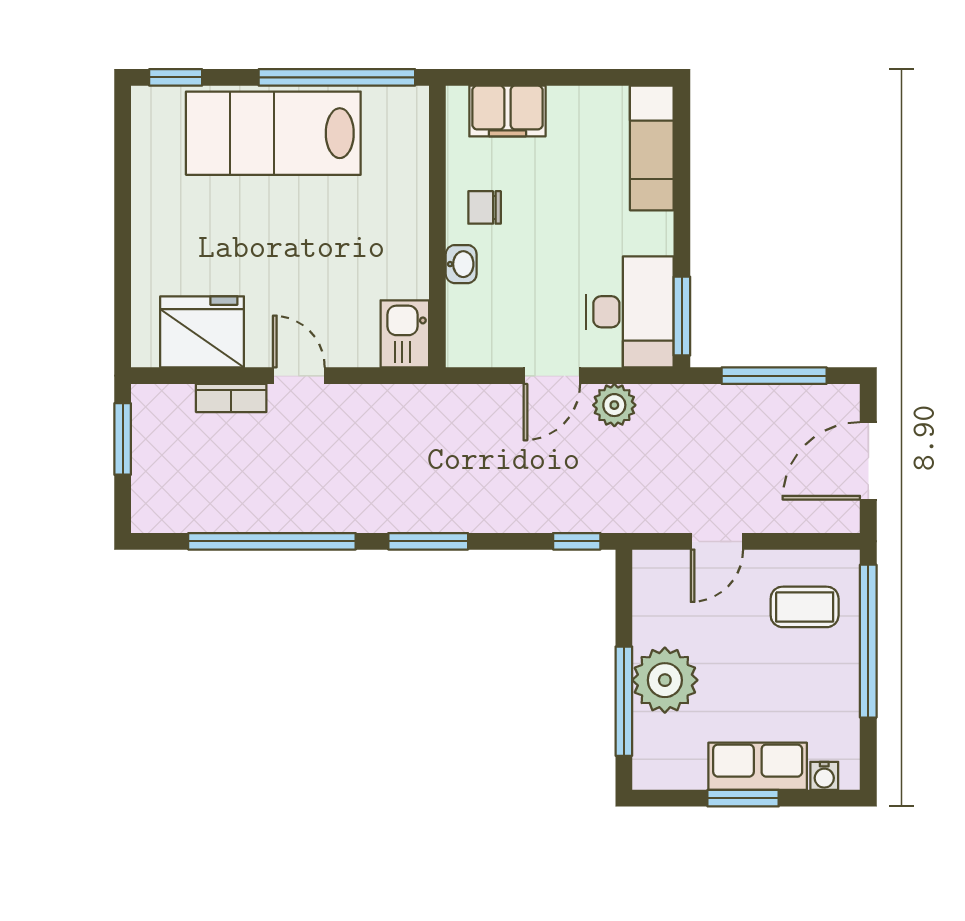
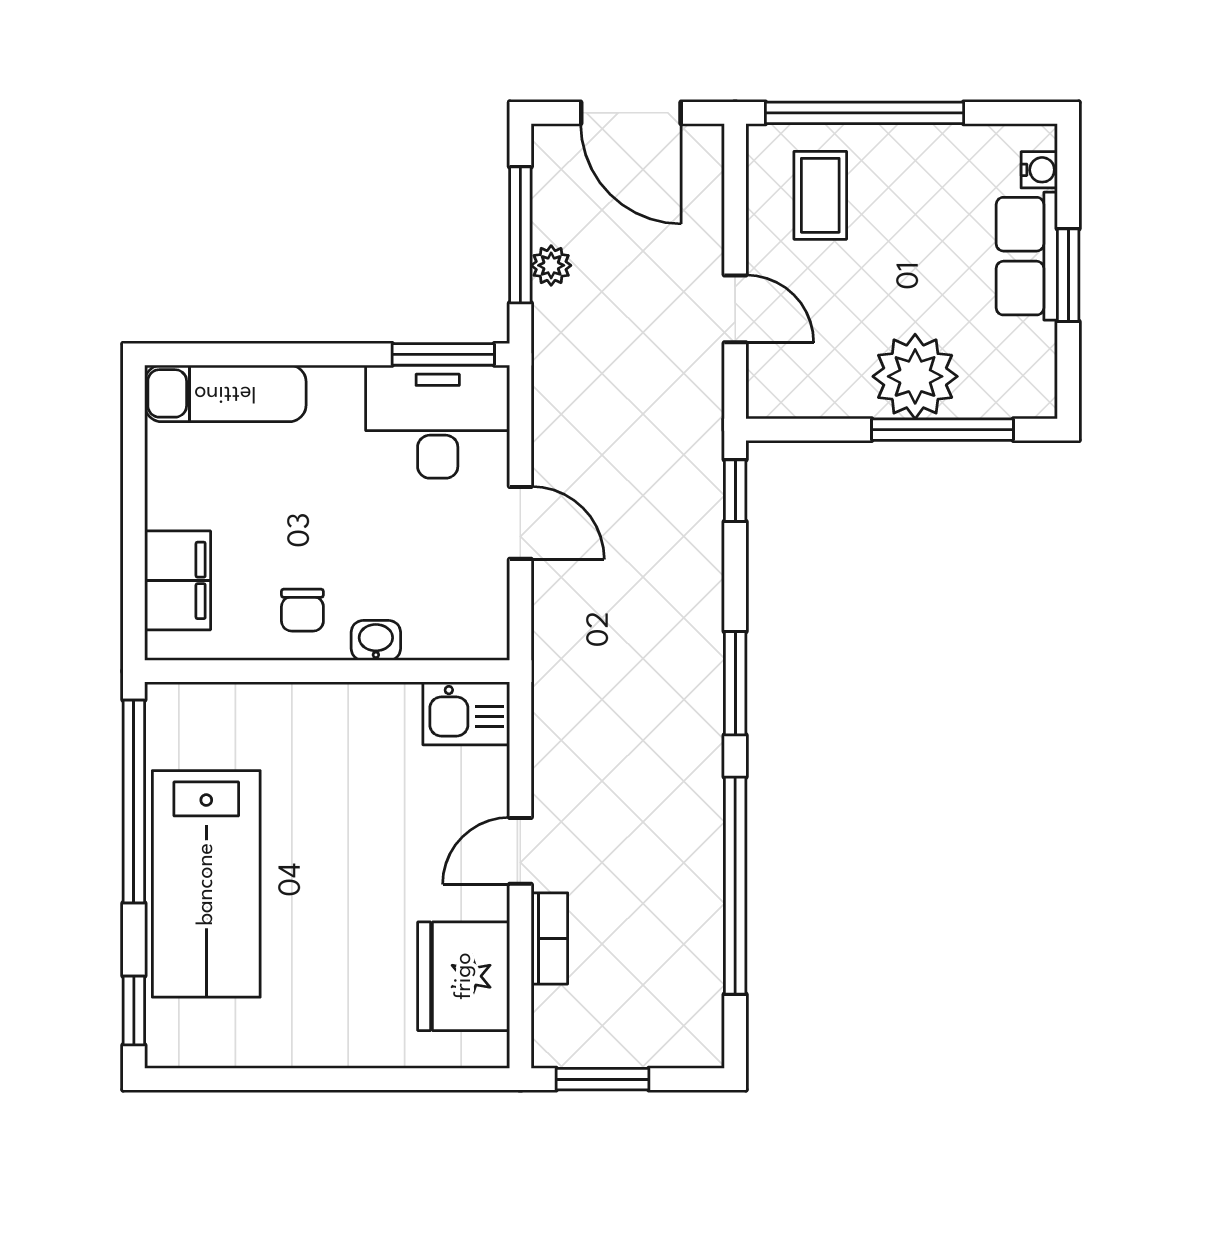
plant: (614, 405) -> (551, 265), moved, width x0.73, depth x0.73

